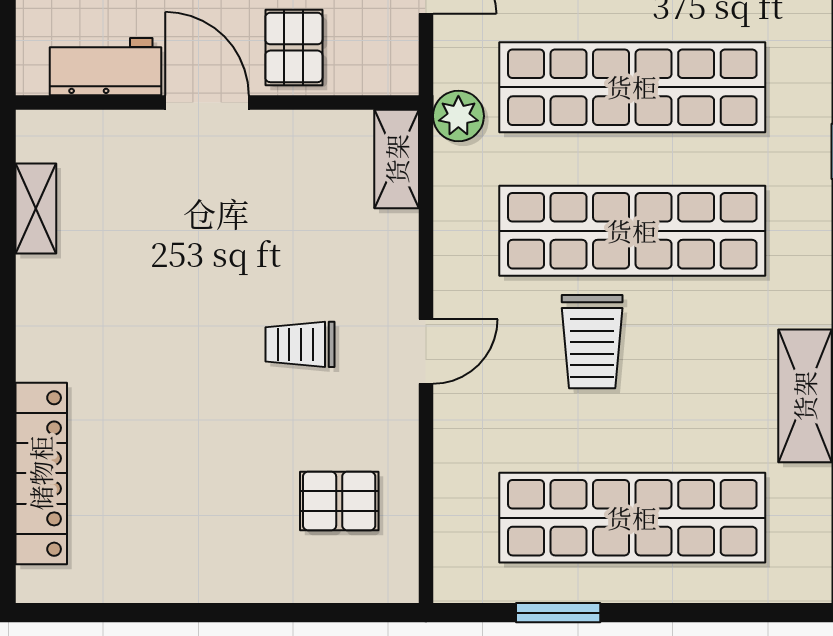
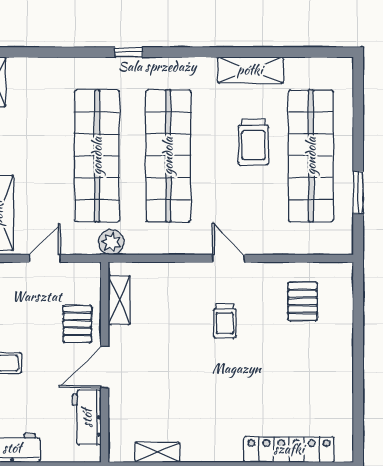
pallet: (294, 47) -> (77, 324), turned 90
shelving: (397, 159) -> (119, 300), moved, turned 90
trolley: (592, 342) -> (253, 142), moved, turned 90

